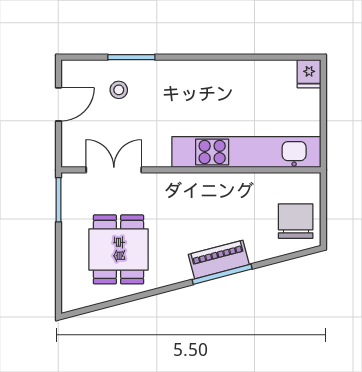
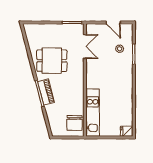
kitchen unit: (246, 152) -> (93, 113), width x0.73
chair: (296, 221) -> (75, 123), moved, turned 90
dining table: (119, 249) -> (52, 61), moved

